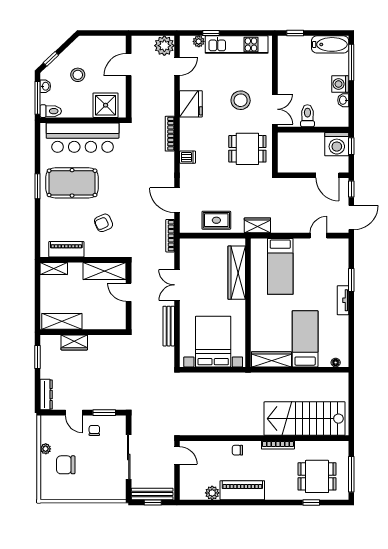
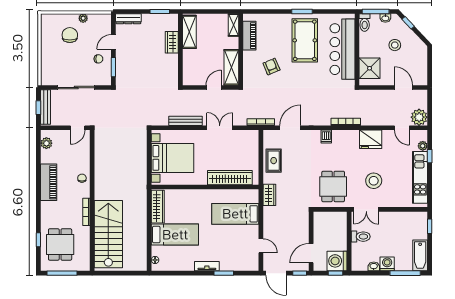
plant: (212, 493) -> (46, 143), moved

